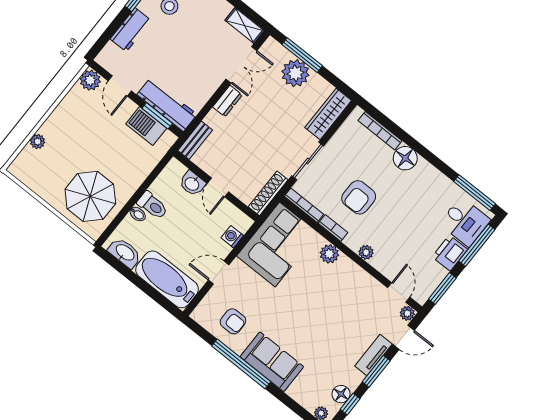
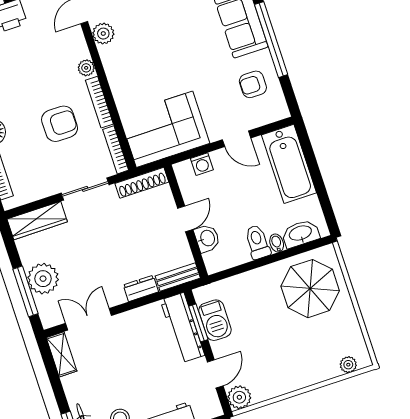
dresser: (227, 101) -> (141, 288), moved
plant: (38, 142) -> (348, 365), moved
bookcase: (333, 228) -> (99, 102), width x1.56
washbasin: (125, 253) -> (301, 234), moved, turned 90
plant: (329, 254) -> (103, 34), moved
armchair: (233, 321) -> (253, 84), turned -90

